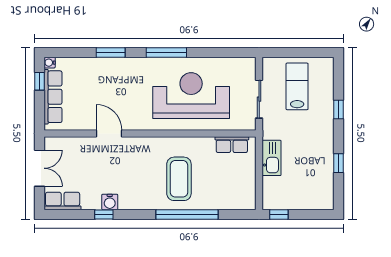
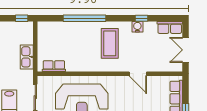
coffee table: (179, 179) -> (110, 43), moved

